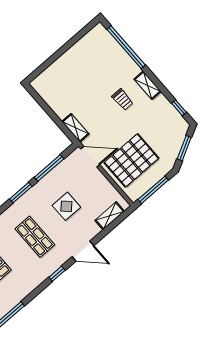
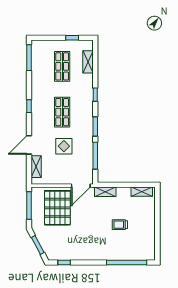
shelving: (148, 85) -> (142, 192), moved
trolley: (122, 99) -> (120, 225), moved
shop shelf: (35, 237) -> (62, 112), turned 90
door: (83, 251) -> (29, 145), moved

